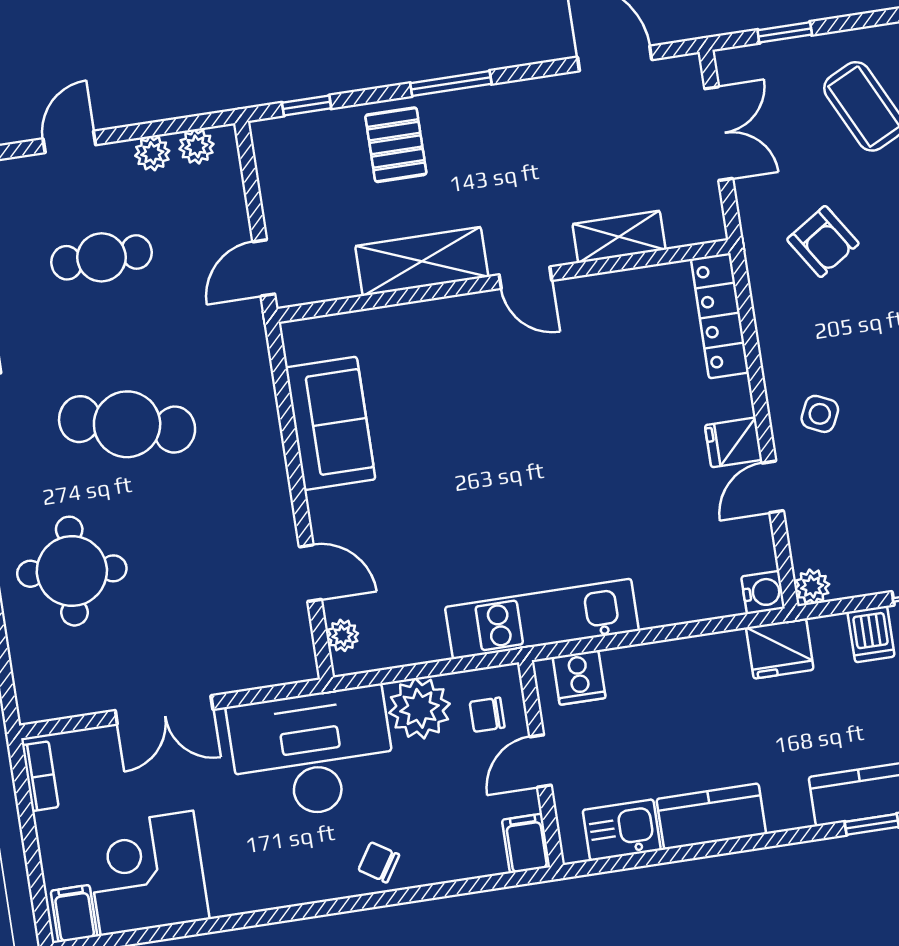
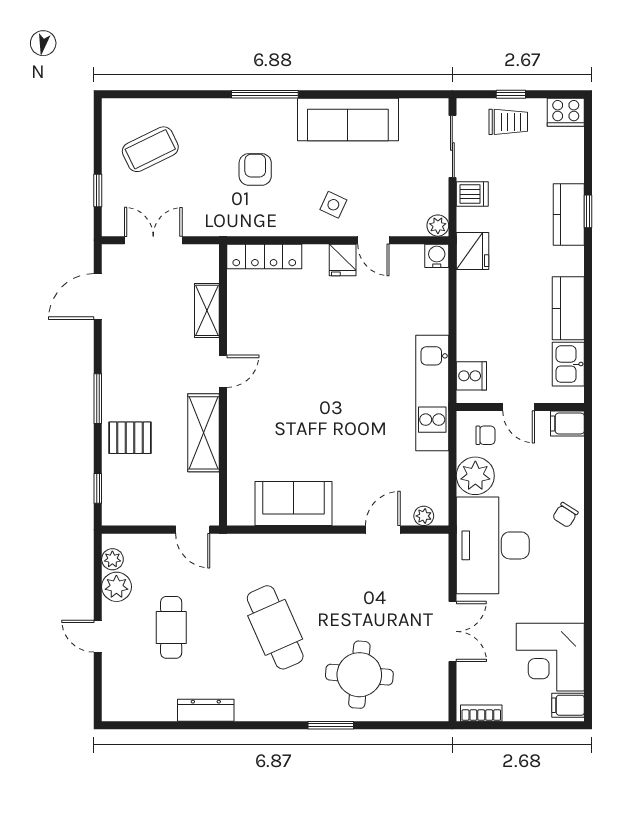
plant: (152, 153) -> (116, 587), width x1.38, depth x1.38
armchair: (823, 242) -> (255, 169), moved, turned -57
cafe table: (127, 424) -> (275, 627), turned -39
chair: (487, 715) -> (485, 435), turned -90

